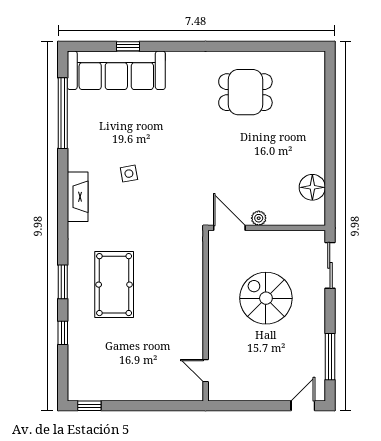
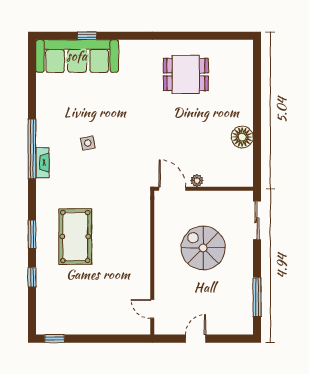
window: (63, 113) -> (32, 149), moved
floor lamp: (312, 187) -> (242, 137), moved
fireplace: (78, 197) -> (42, 163), width x0.73, depth x0.76
door: (303, 406) -> (196, 339), moved

